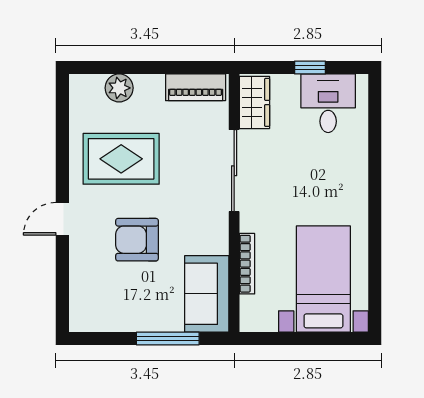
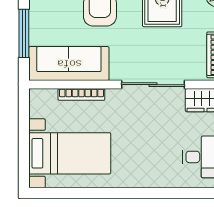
sofa: (207, 294) -> (69, 64), width x1.36

